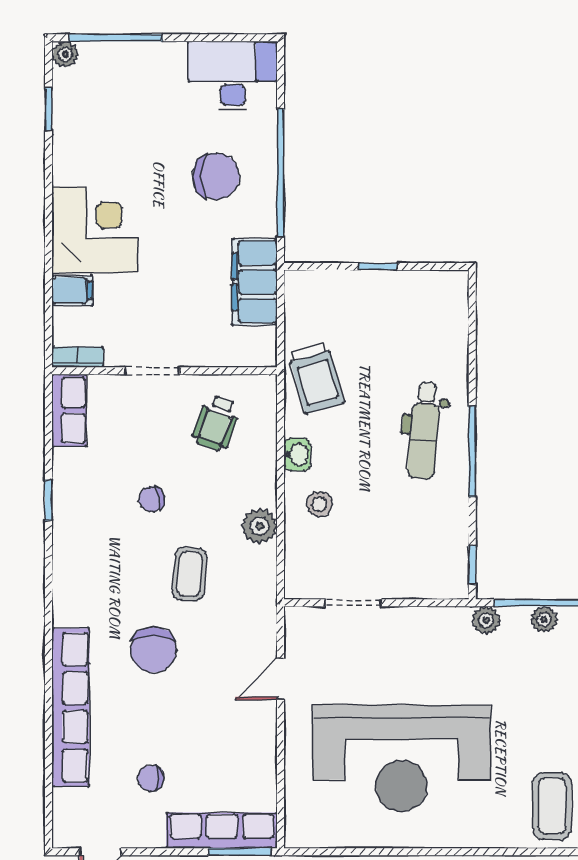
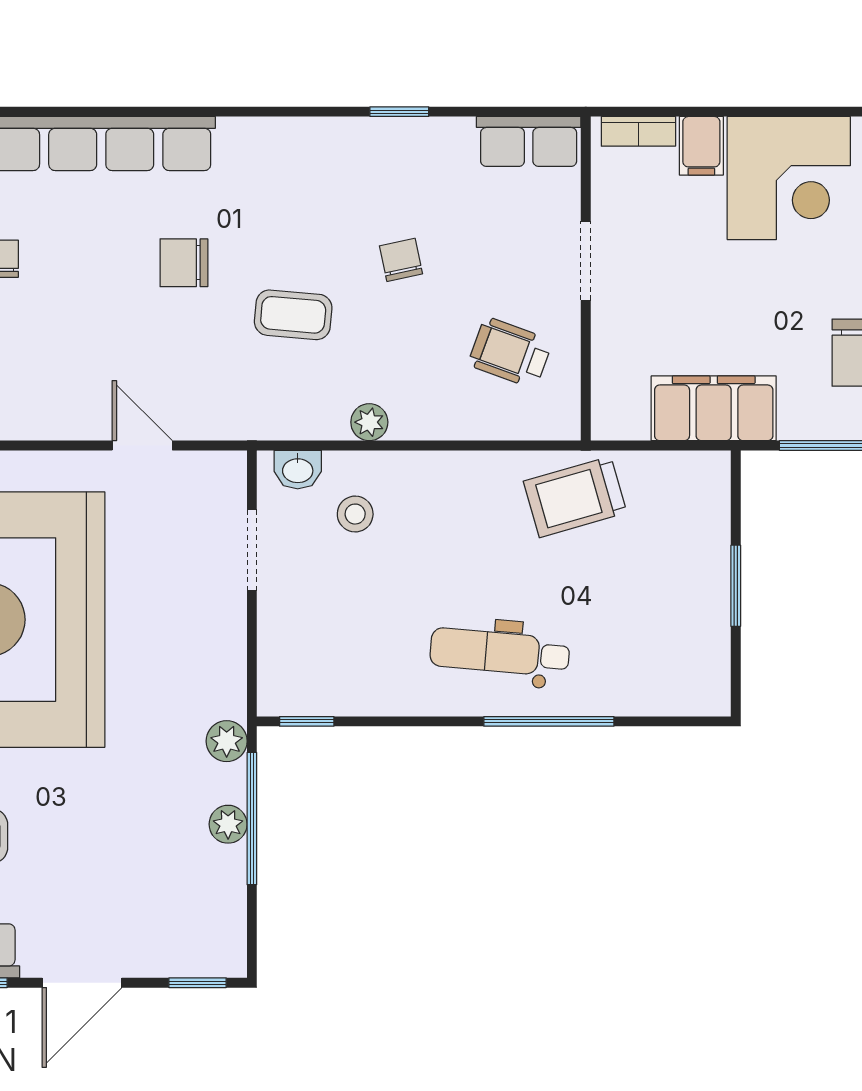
window: (378, 266) -> (736, 586), width x1.50
bookcase: (78, 357) -> (638, 131), moved, turned 90
window: (472, 451) -> (549, 721), moved
washbasin: (297, 454) -> (298, 470), moved
stool: (319, 504) -> (355, 514), moved
plant: (260, 526) -> (369, 422), width x0.73, depth x0.73
chair: (154, 650) -> (184, 263), width x0.73, depth x0.73

